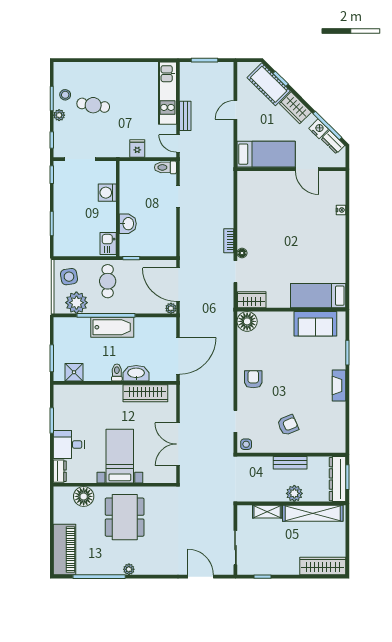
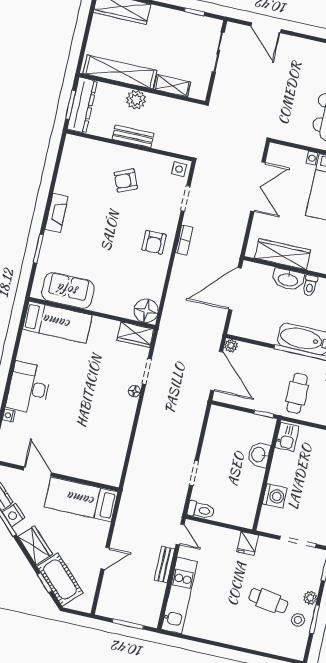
fridge: (137, 148) -> (248, 543), moved
desk: (330, 236) -> (29, 388), added
bookcase: (229, 241) -> (184, 240), moved

